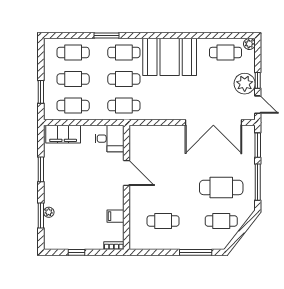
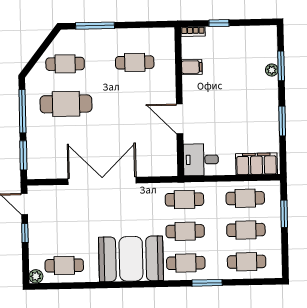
plant: (245, 84) -> (41, 229), removed
double door: (213, 123) -> (102, 181), moved
window: (76, 252) -> (219, 23), moved

